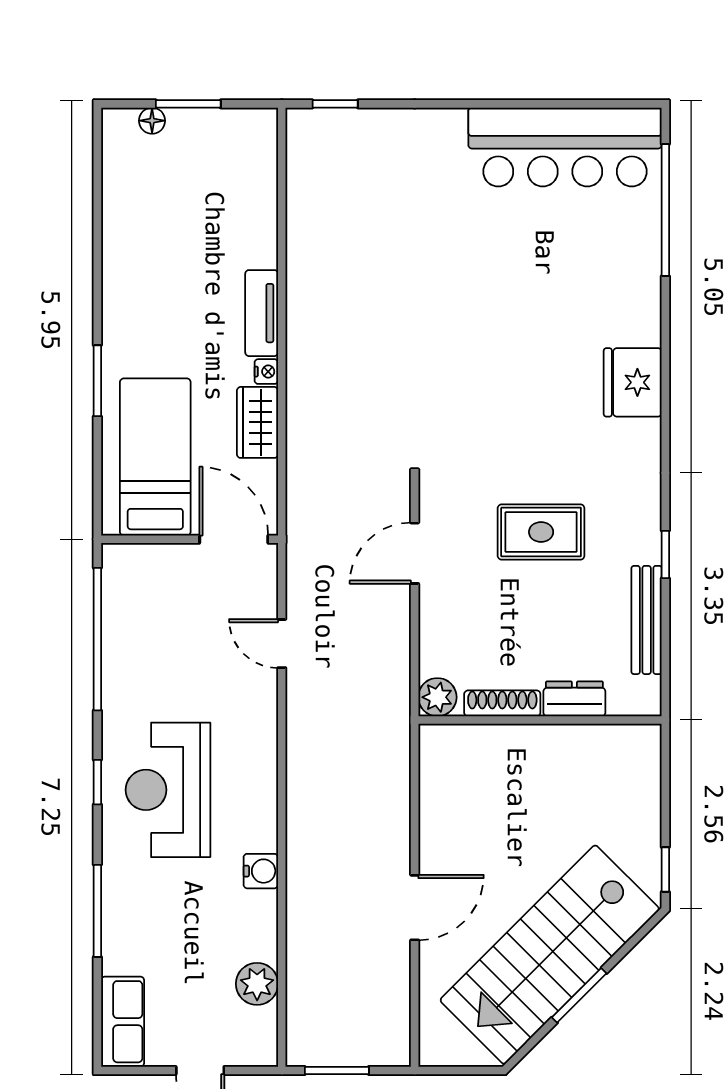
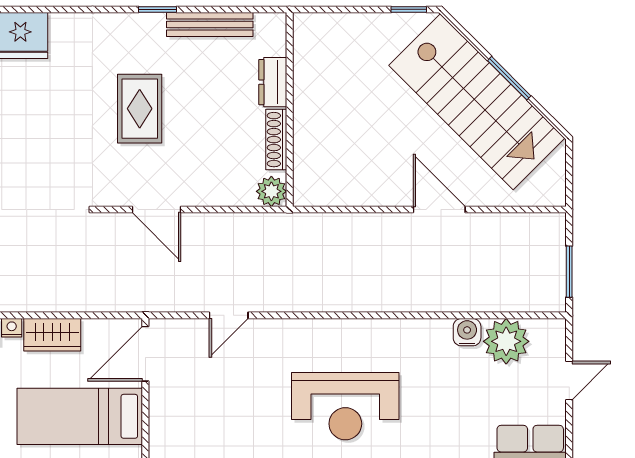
water cooler: (261, 871) -> (467, 332), moved
plant: (257, 984) -> (506, 341), width x1.36, depth x1.36

